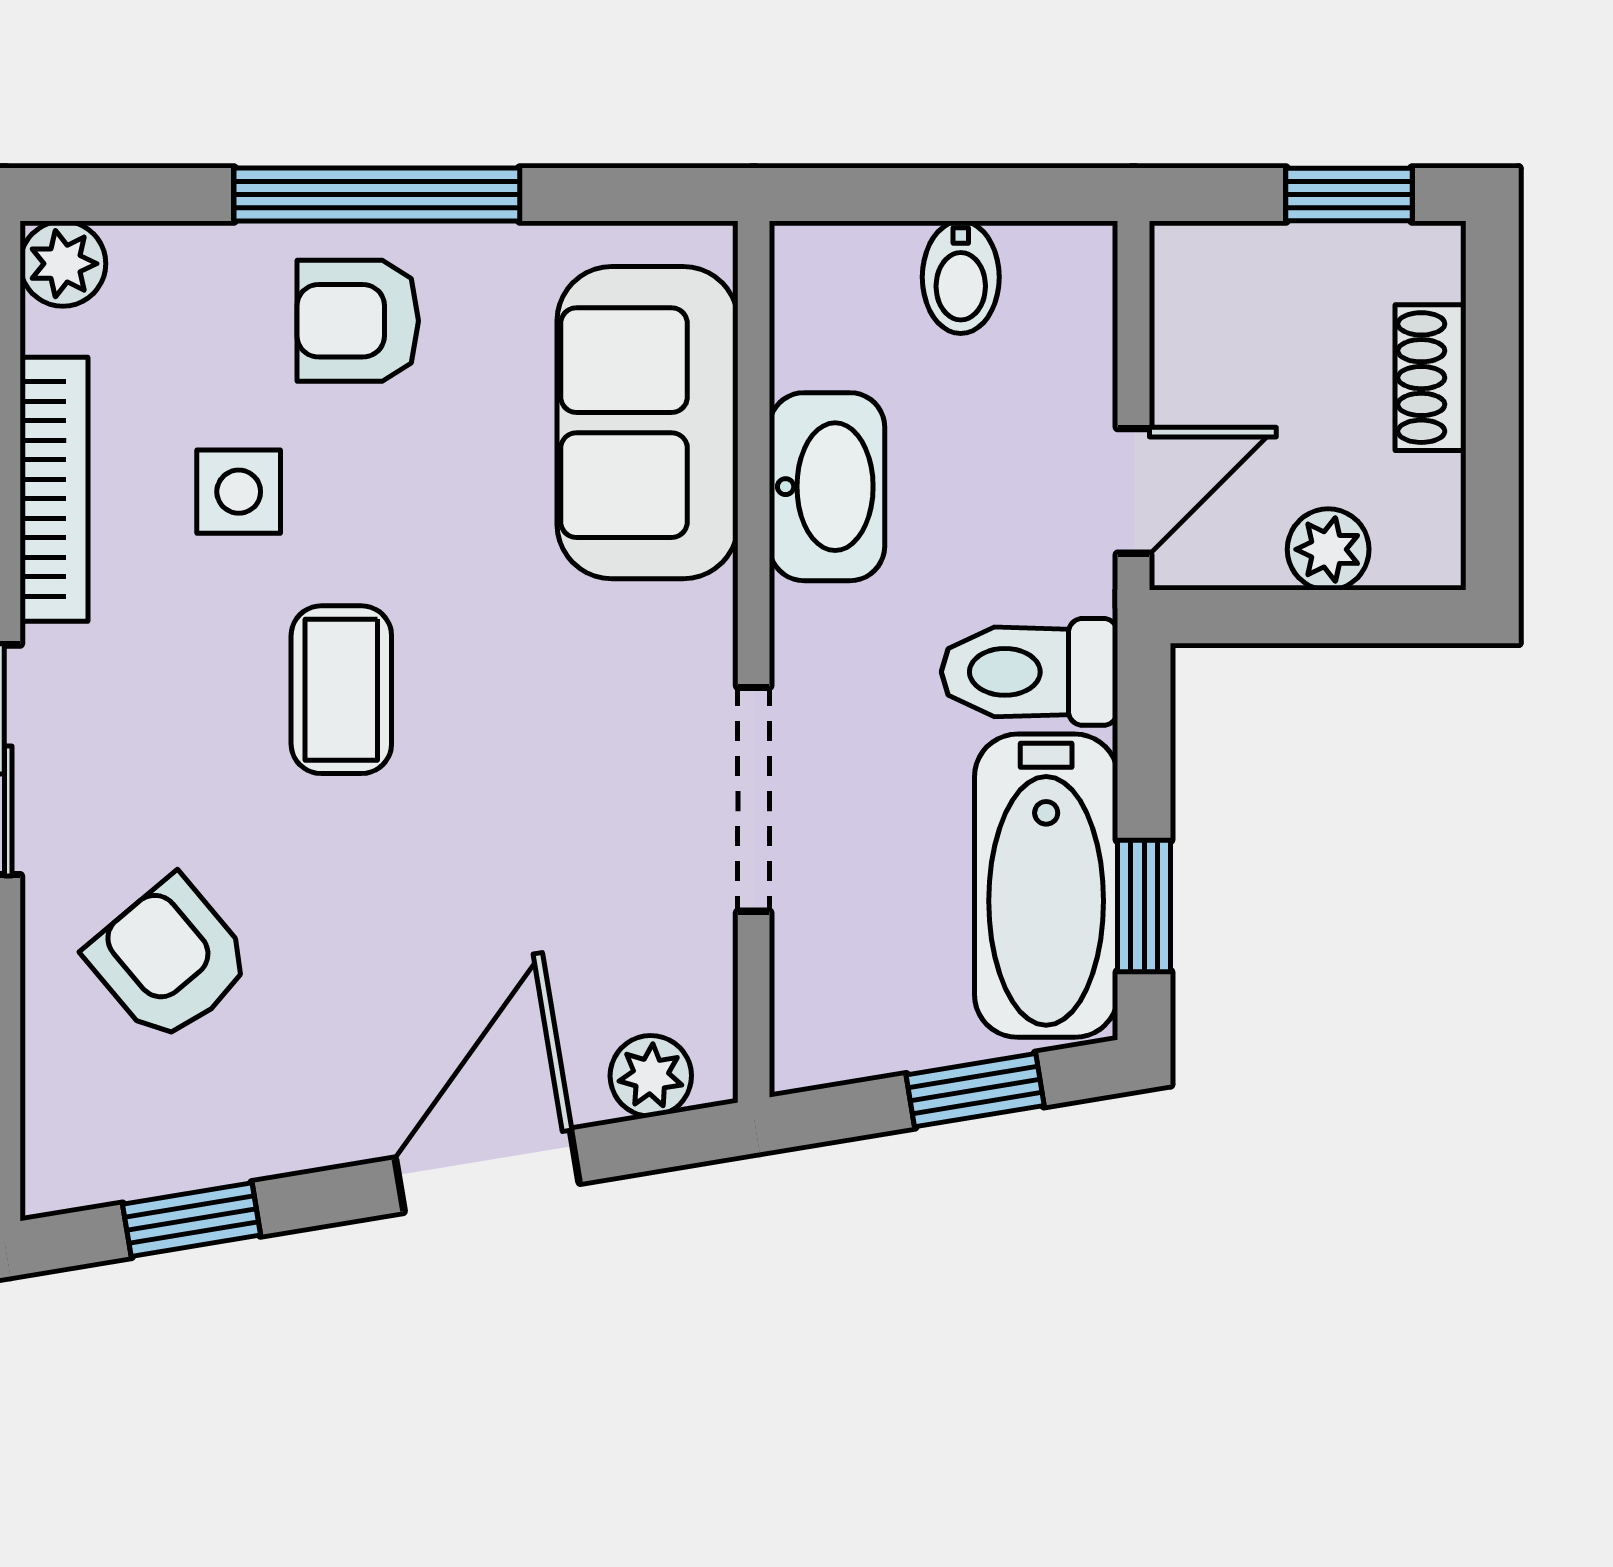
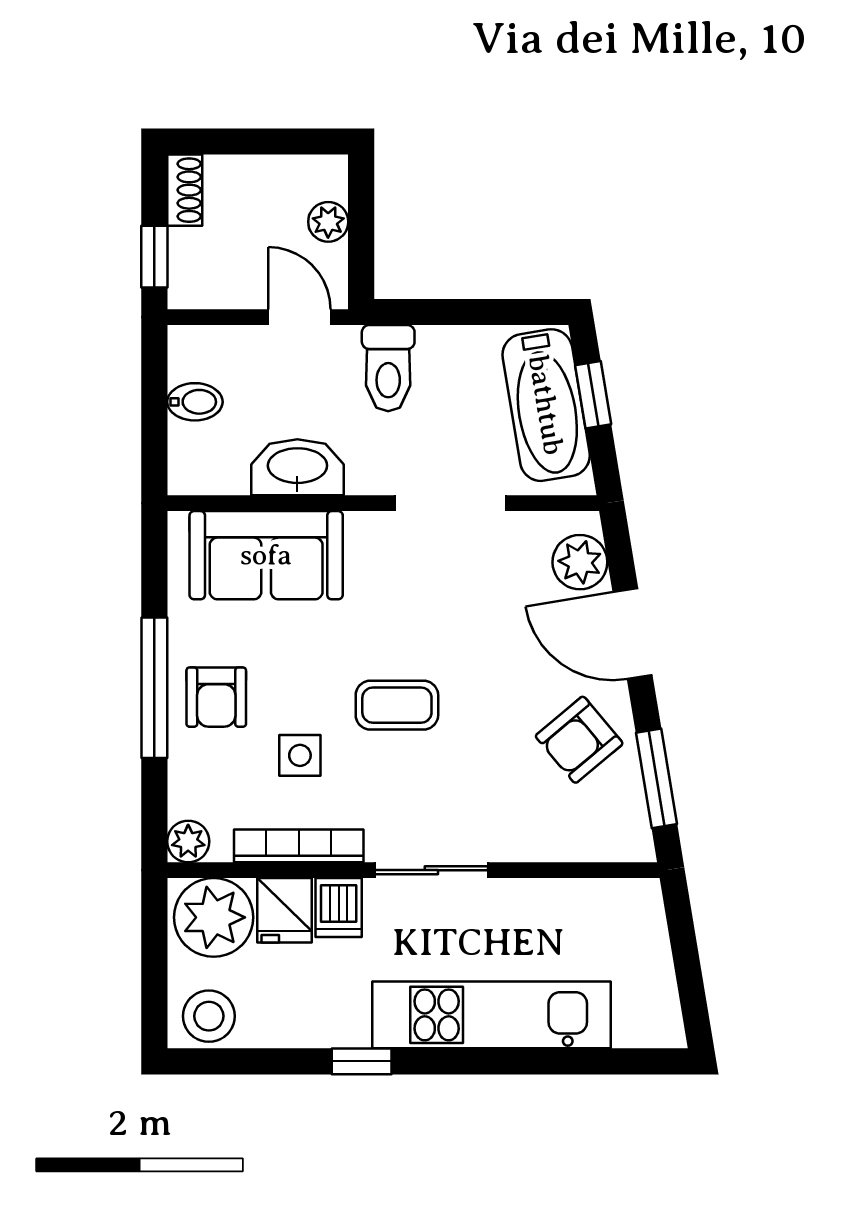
window: (1349, 194) -> (154, 257), moved
shoe rack: (1431, 378) -> (185, 190), moved, turned -90
bathtub: (1046, 886) -> (546, 405), moved, turned 81
window: (1144, 906) -> (503, 312), removed
armchair: (170, 960) -> (579, 740), moved
plant: (651, 1076) -> (580, 562), width x1.38, depth x1.38
window: (192, 1220) -> (656, 778), width x1.50

